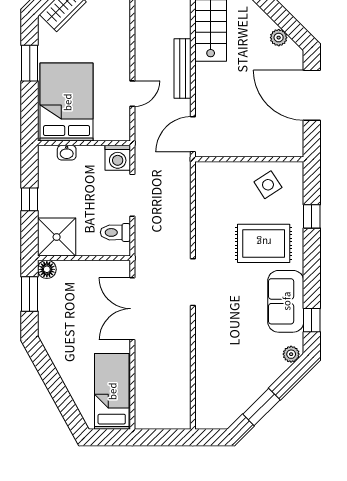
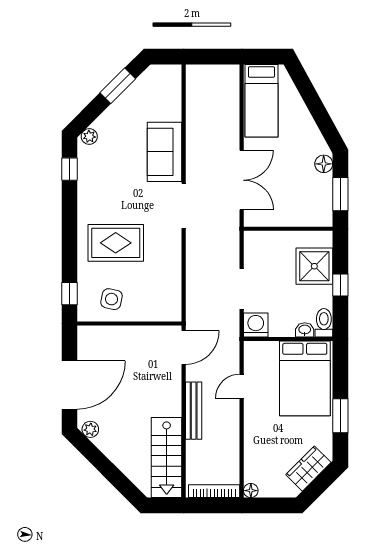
plant: (279, 38) -> (90, 429), moved
door: (312, 95) -> (70, 385), hinge flipped
side table: (268, 185) -> (112, 299), turned 45
window: (312, 216) -> (70, 294), moved
toilet: (115, 232) -> (324, 323), moved, turned -90
shower: (57, 237) -> (314, 266), moved
floor lamp: (47, 269) -> (324, 164), moved
sofa: (286, 301) -> (165, 152), moved, turned 180

